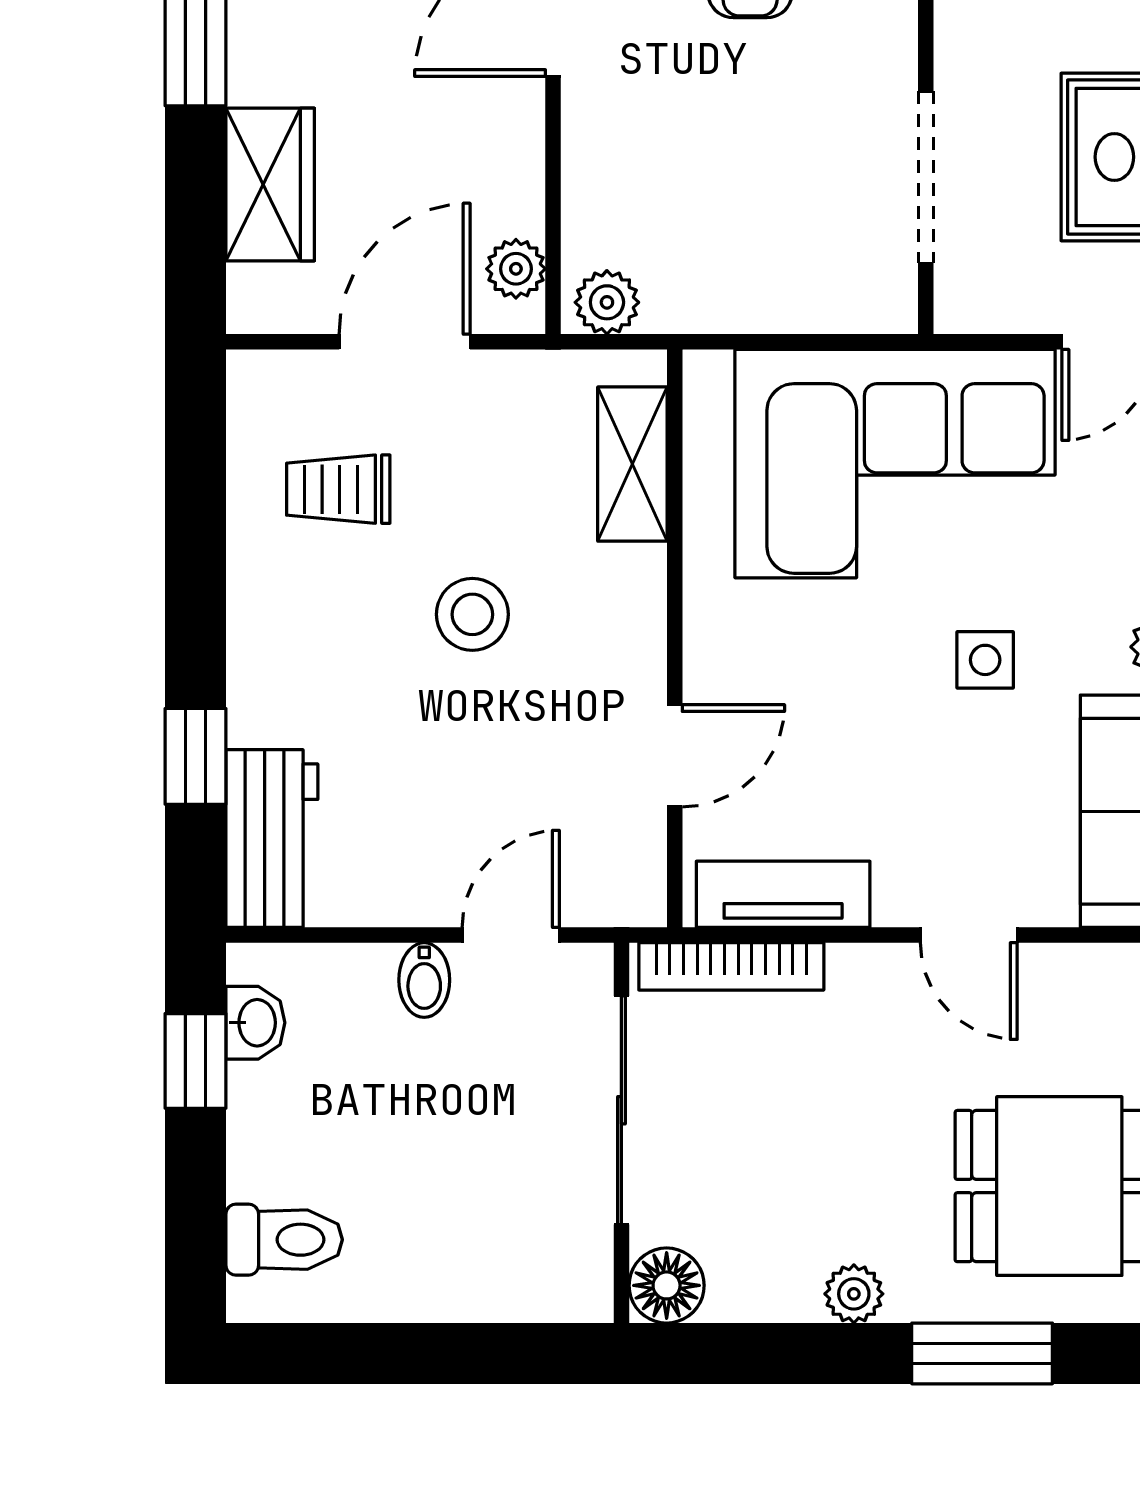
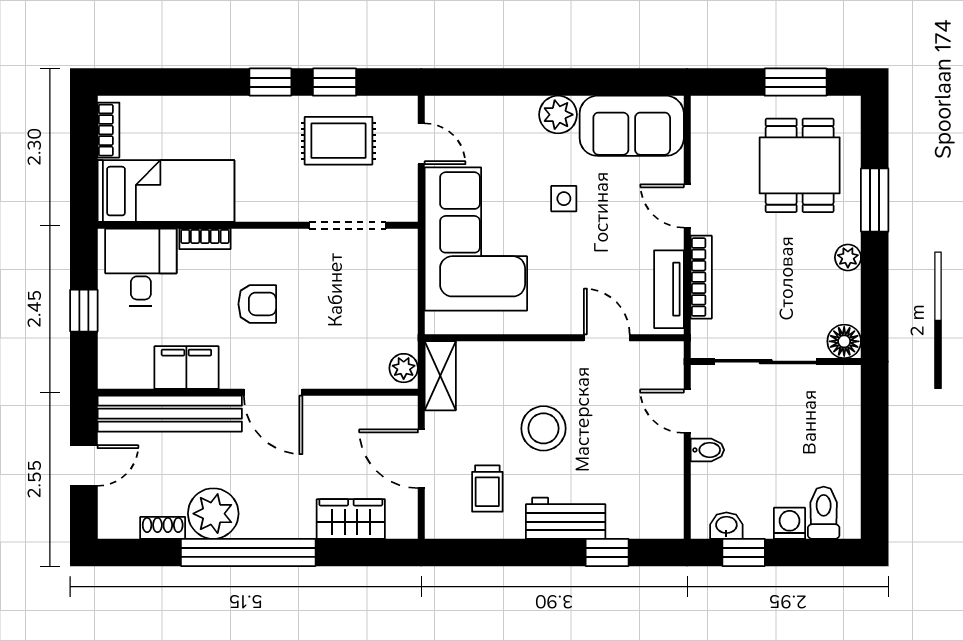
plant: (516, 269) -> (389, 409), removed
shelving: (632, 464) -> (440, 376), moved, turned 90
stool: (472, 614) -> (543, 428), width x1.38, depth x1.38
workbench: (272, 839) -> (566, 518), moved
door: (969, 935) -> (687, 206), swing flipped
bookcase: (731, 966) -> (701, 277), moved
washing machine: (261, 1163) -> (790, 523), added

